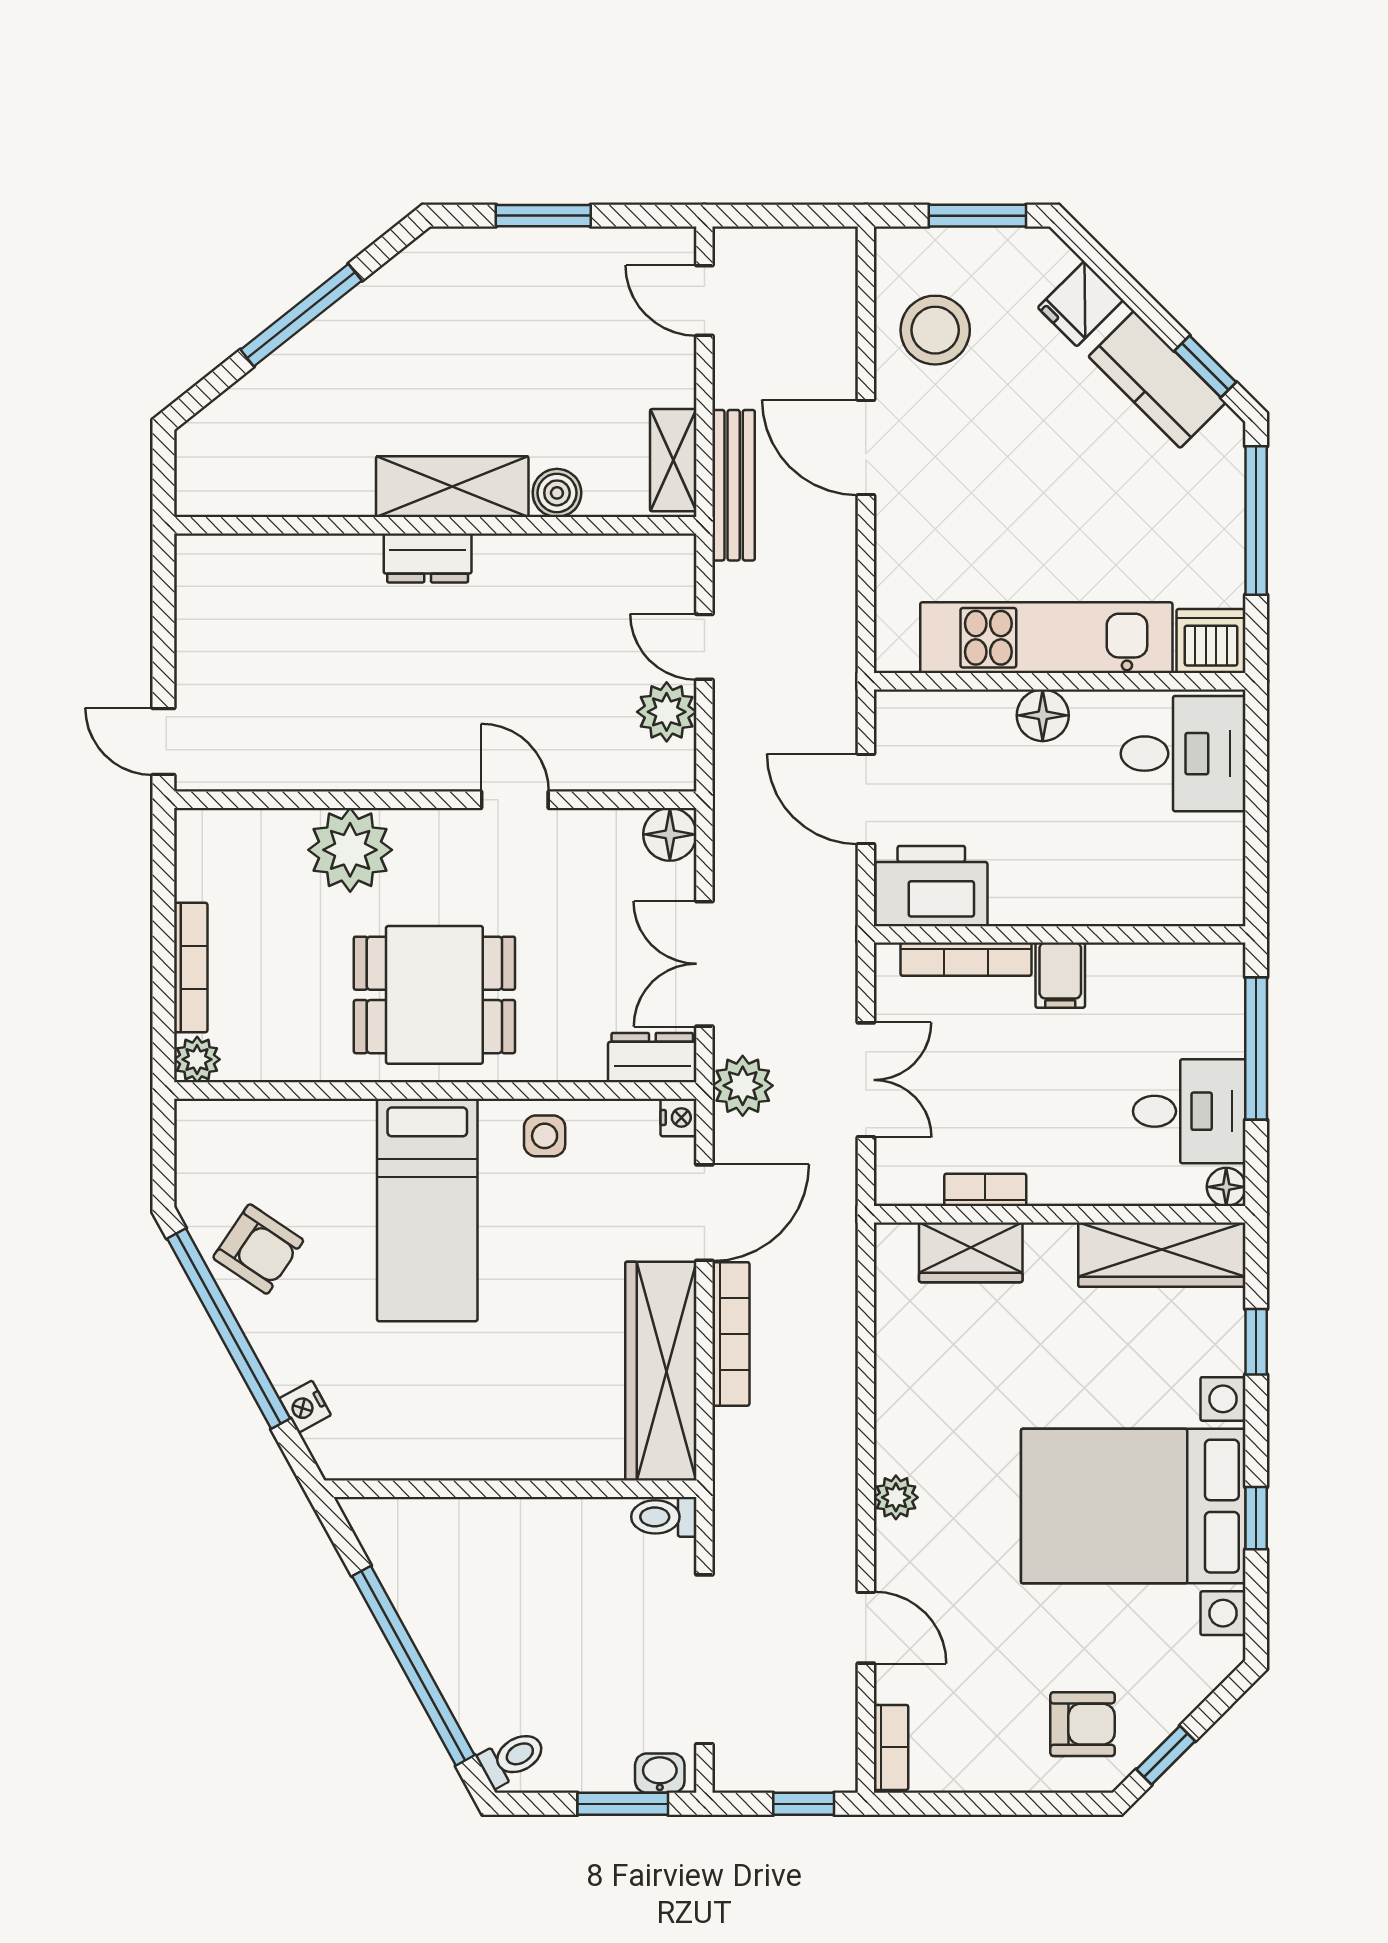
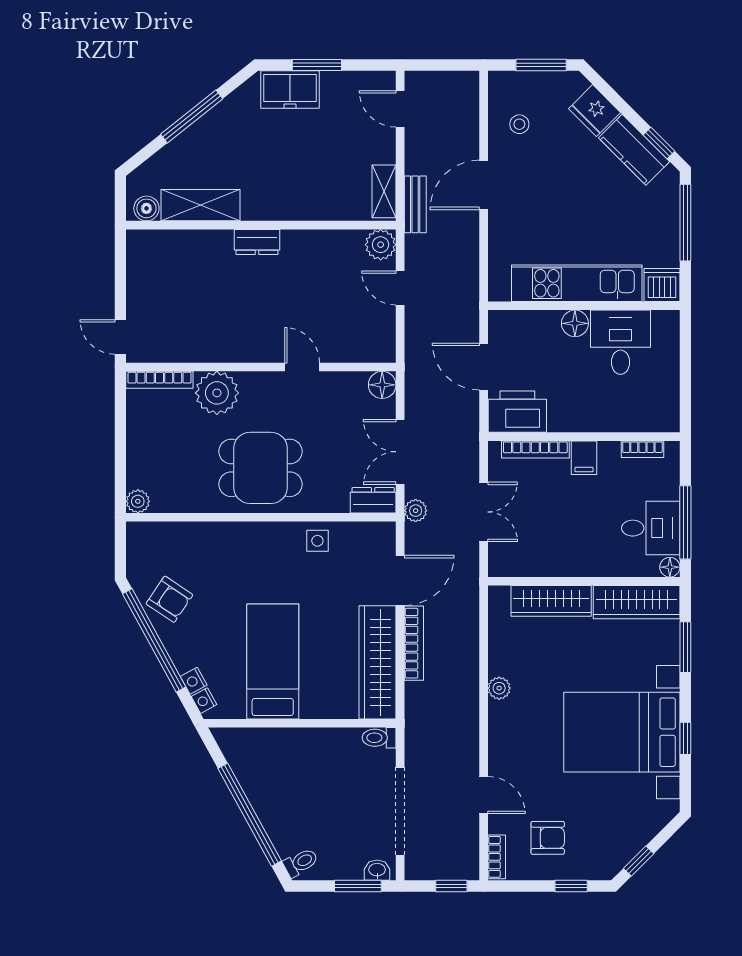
freezer: (491, 263) -> (290, 90), added
fridge: (1081, 304) -> (595, 111), width x1.38
stool: (935, 330) -> (519, 124), width x0.53, depth x0.53
door: (866, 448) -> (484, 185), hinge flipped
bench: (734, 485) -> (415, 204), width x0.73
shelving: (452, 487) -> (201, 205), moved
boiler: (557, 493) -> (146, 208), moved
plant: (667, 712) -> (381, 245), moved
desk: (1183, 754) -> (620, 342), moved, turned -90
bookcase: (191, 968) -> (159, 380), moved, turned 90
window: (1256, 1048) -> (685, 522), moved
plant: (743, 1086) -> (416, 511), width x0.73, depth x0.73
nightstand: (678, 1117) -> (204, 701), moved, turned 151
bookcase: (985, 1190) -> (642, 449), moved, turned 180
bed: (427, 1210) -> (273, 661), moved, turned 180
wardrobe: (971, 1252) -> (551, 601), width x1.50
window: (1256, 1342) -> (685, 647), width x1.50
plant: (896, 1497) -> (499, 688), moved
armchair: (1083, 1724) -> (548, 838), moved
window: (1035, 1804) -> (571, 886), added

